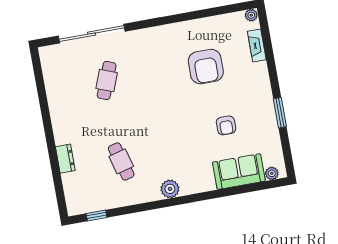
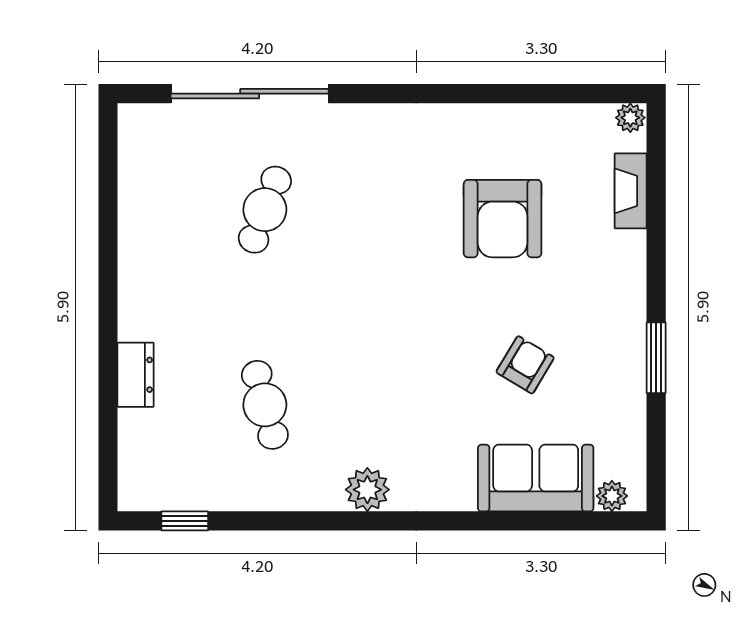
armchair: (226, 125) -> (525, 365), turned -149

